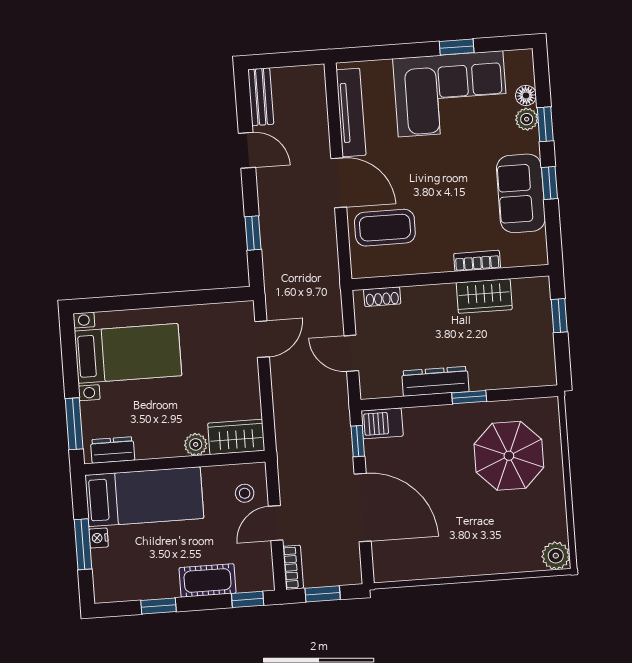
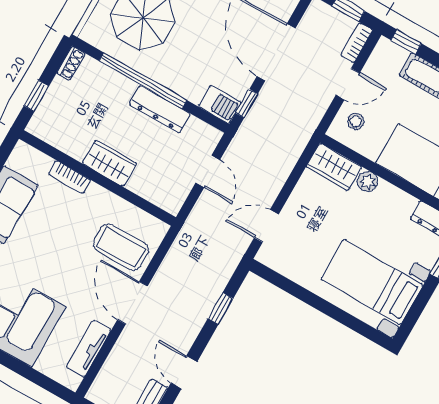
tv unit: (351, 113) -> (89, 348), width x0.71
wardrobe: (484, 296) -> (109, 163), moved
shoe rack: (382, 297) -> (71, 63), moved, turned 90
window: (469, 397) -> (143, 81), width x3.17

